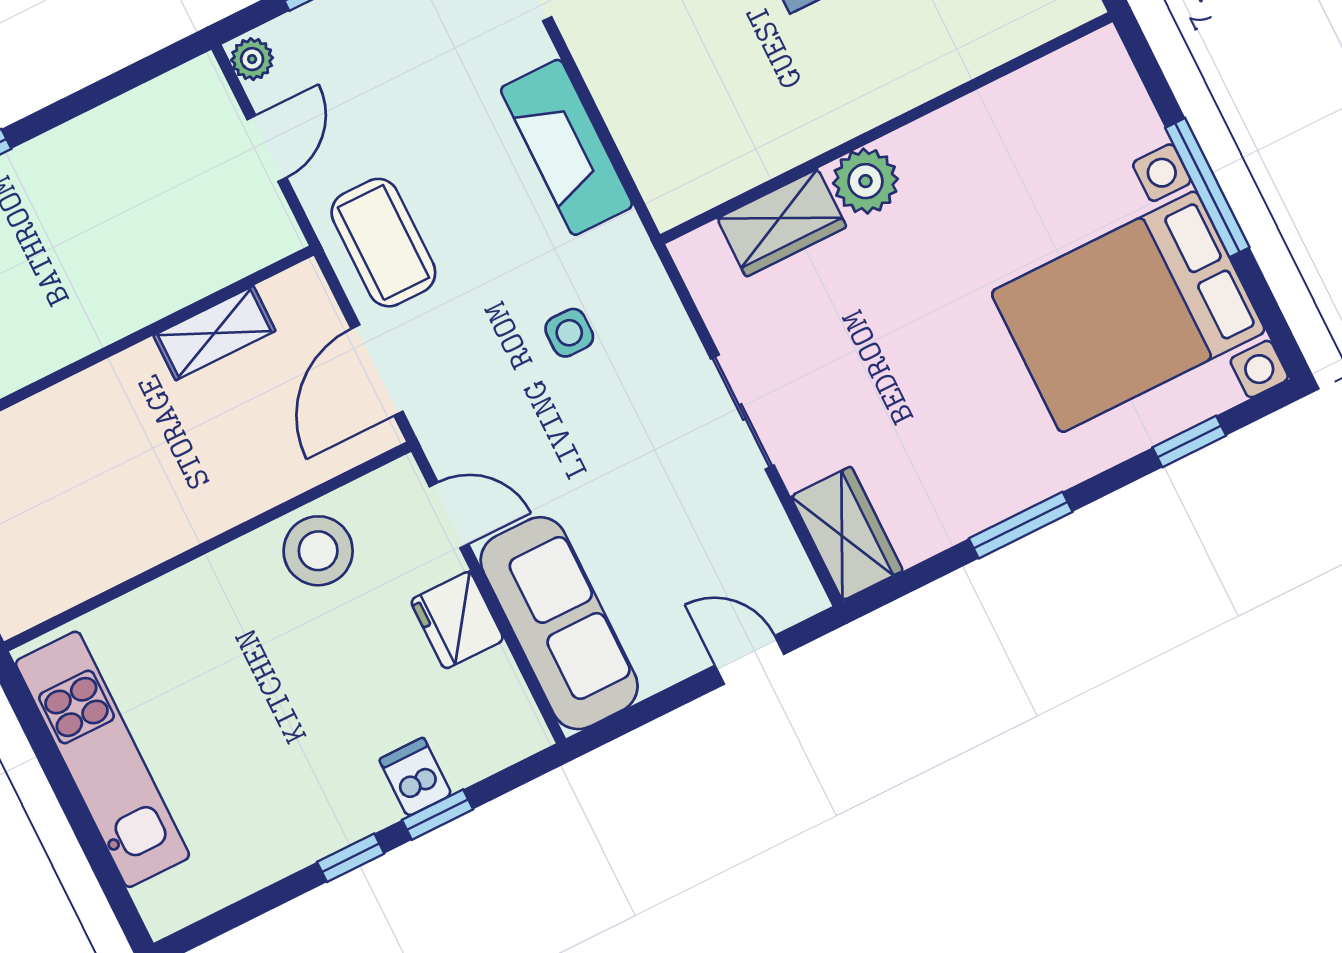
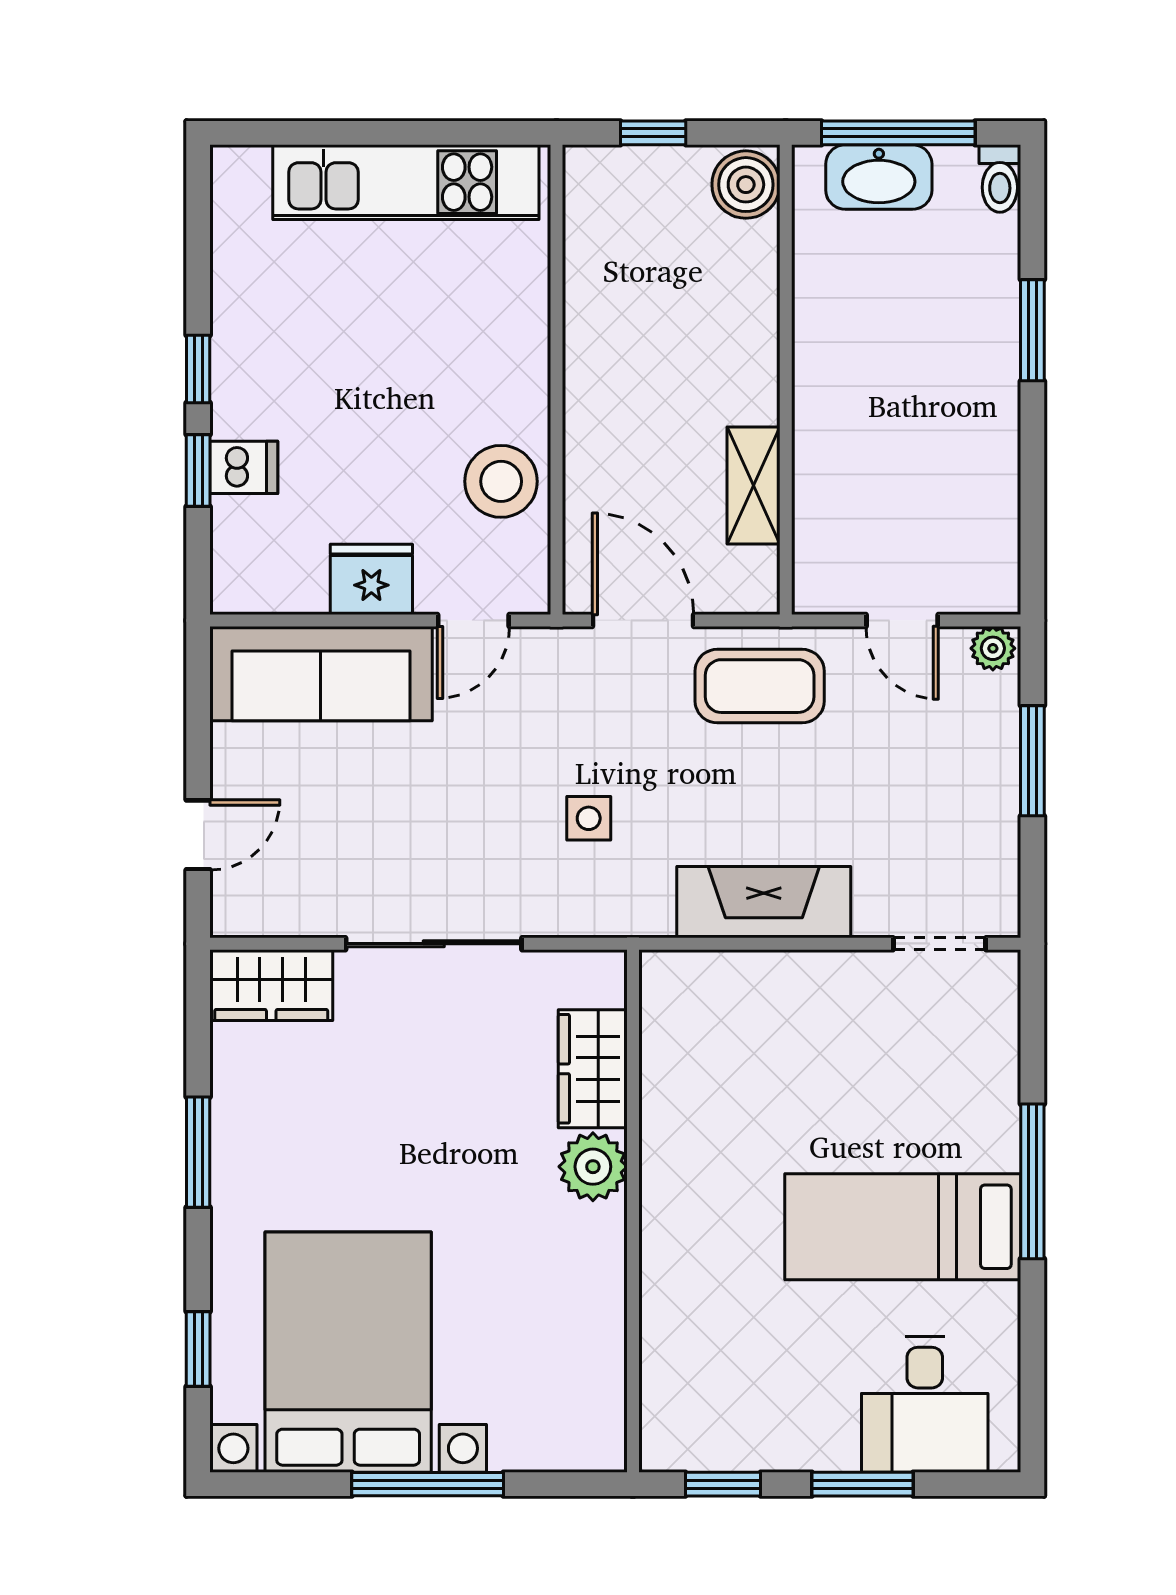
sliding door: (742, 412) -> (434, 944), width x1.37

